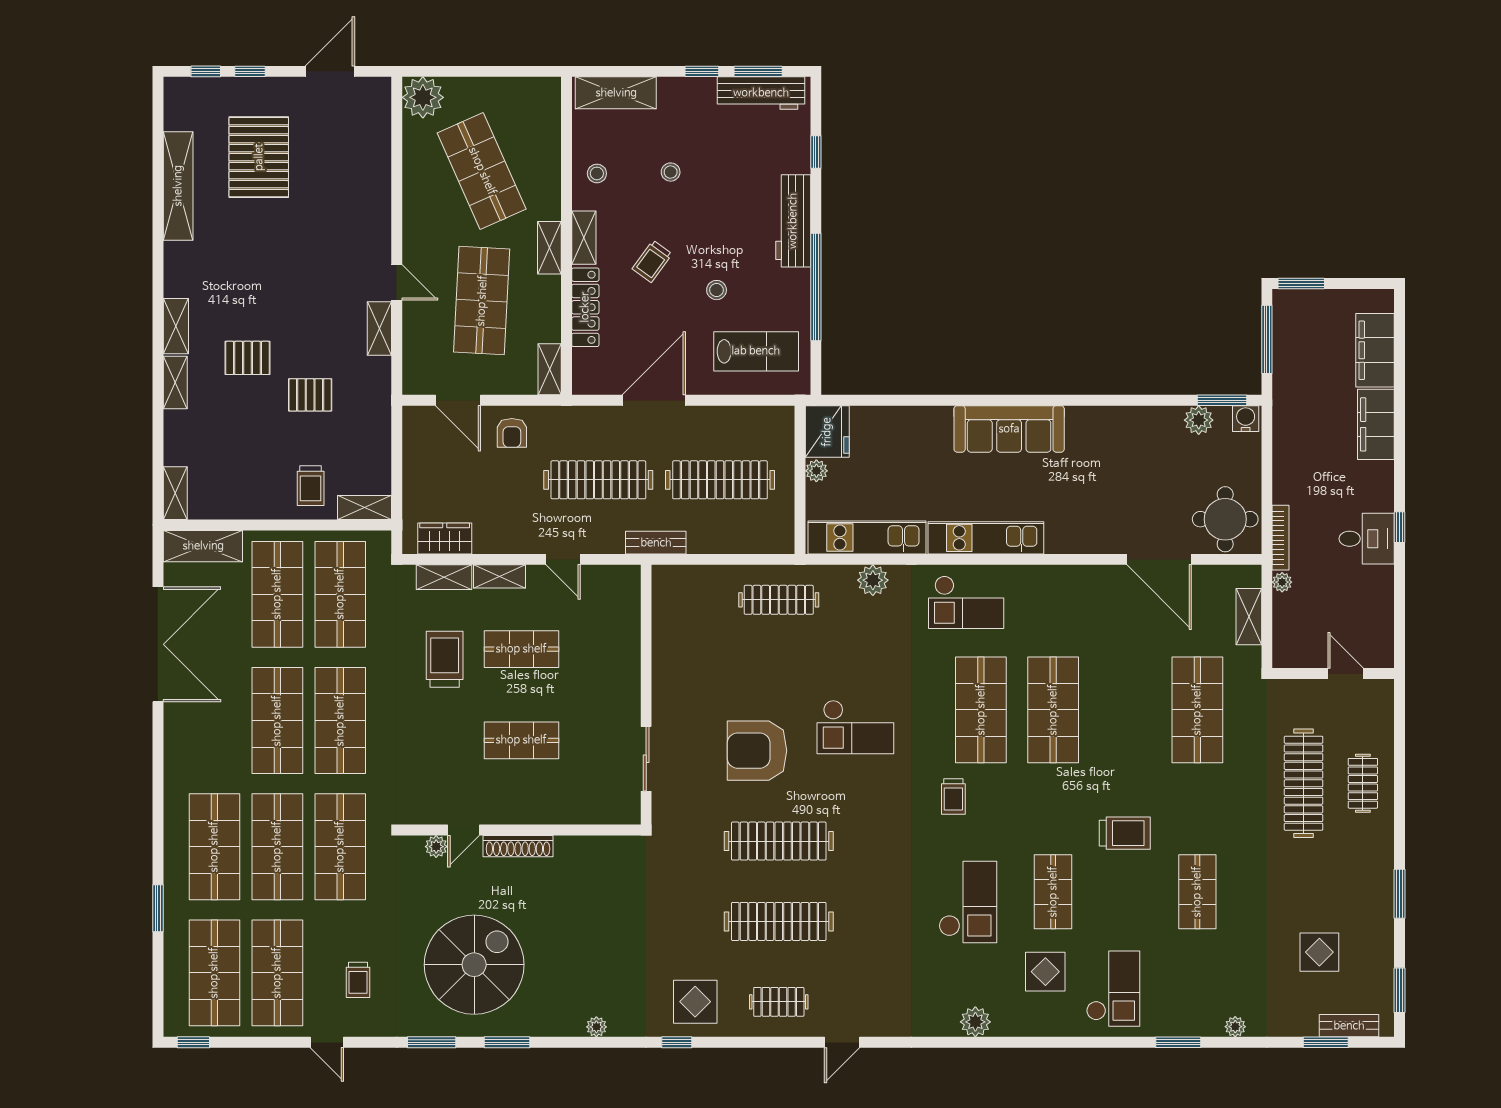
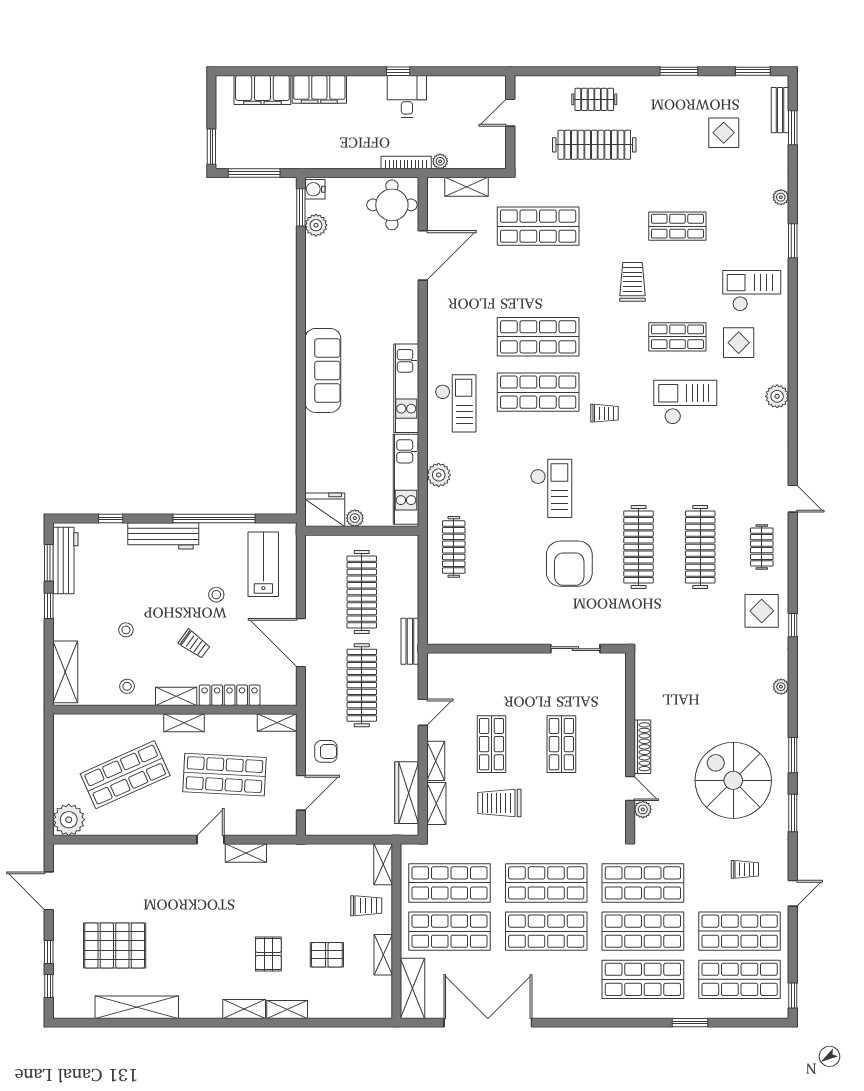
pallet: (310, 395) -> (327, 955), moved, turned 90
shelving: (175, 493) -> (383, 955), moved, turned 90
wardrobe: (445, 539) -> (407, 793), width x1.50

